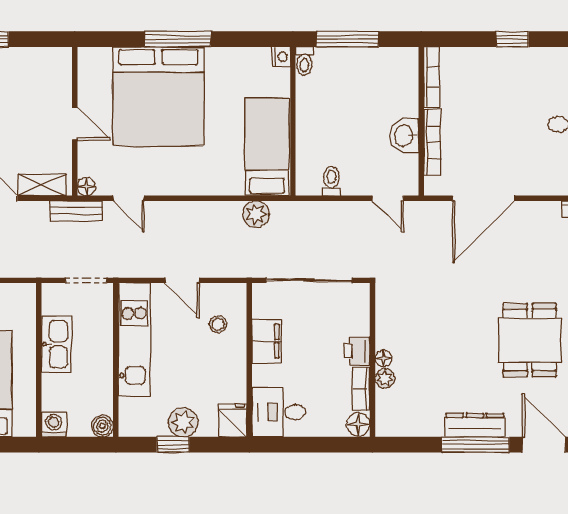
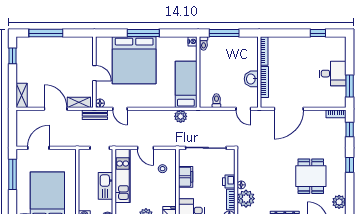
window: (512, 39) -> (318, 33), moved
kitchen sink: (56, 344) -> (106, 186), moved, turned 180
plant: (385, 378) -> (246, 199), width x1.88, depth x1.88

